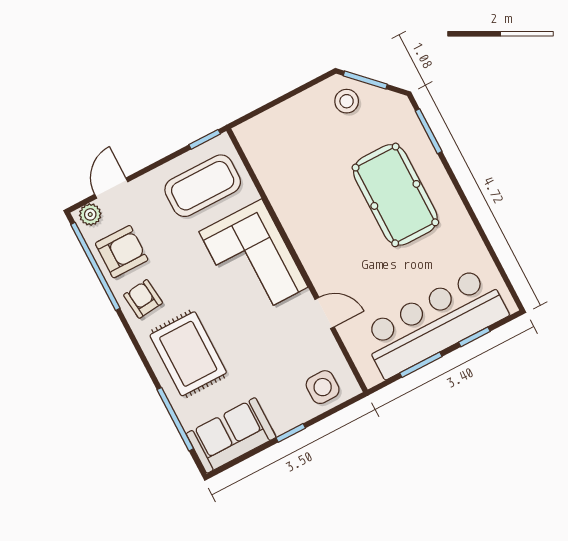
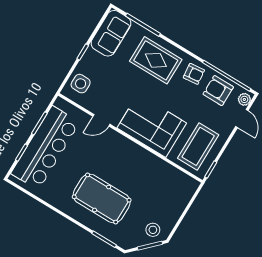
armchair: (122, 252) -> (218, 91), turned 90

